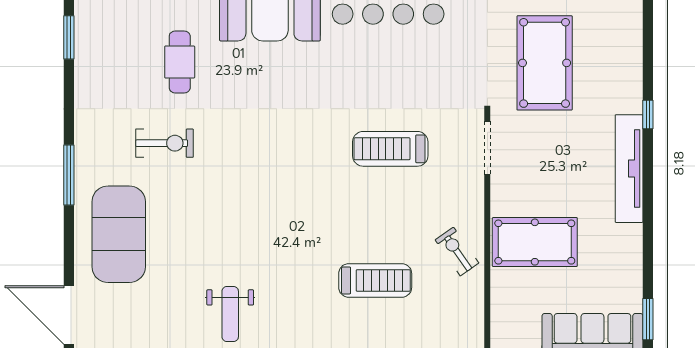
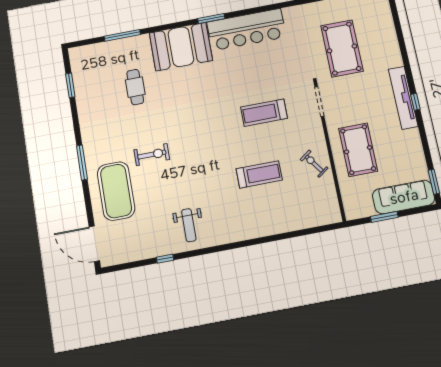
window: (648, 114) -> (415, 102), moved
exercise bike: (165, 143) -> (152, 155), moved
pool table: (535, 242) -> (358, 150), turned 90
treadmill: (375, 280) -> (259, 174), moved

